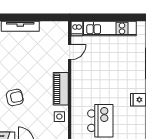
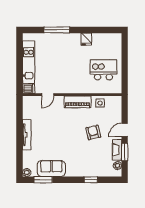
door: (70, 52) -> (48, 95), swing flipped
armchair: (15, 97) -> (93, 132), moved

